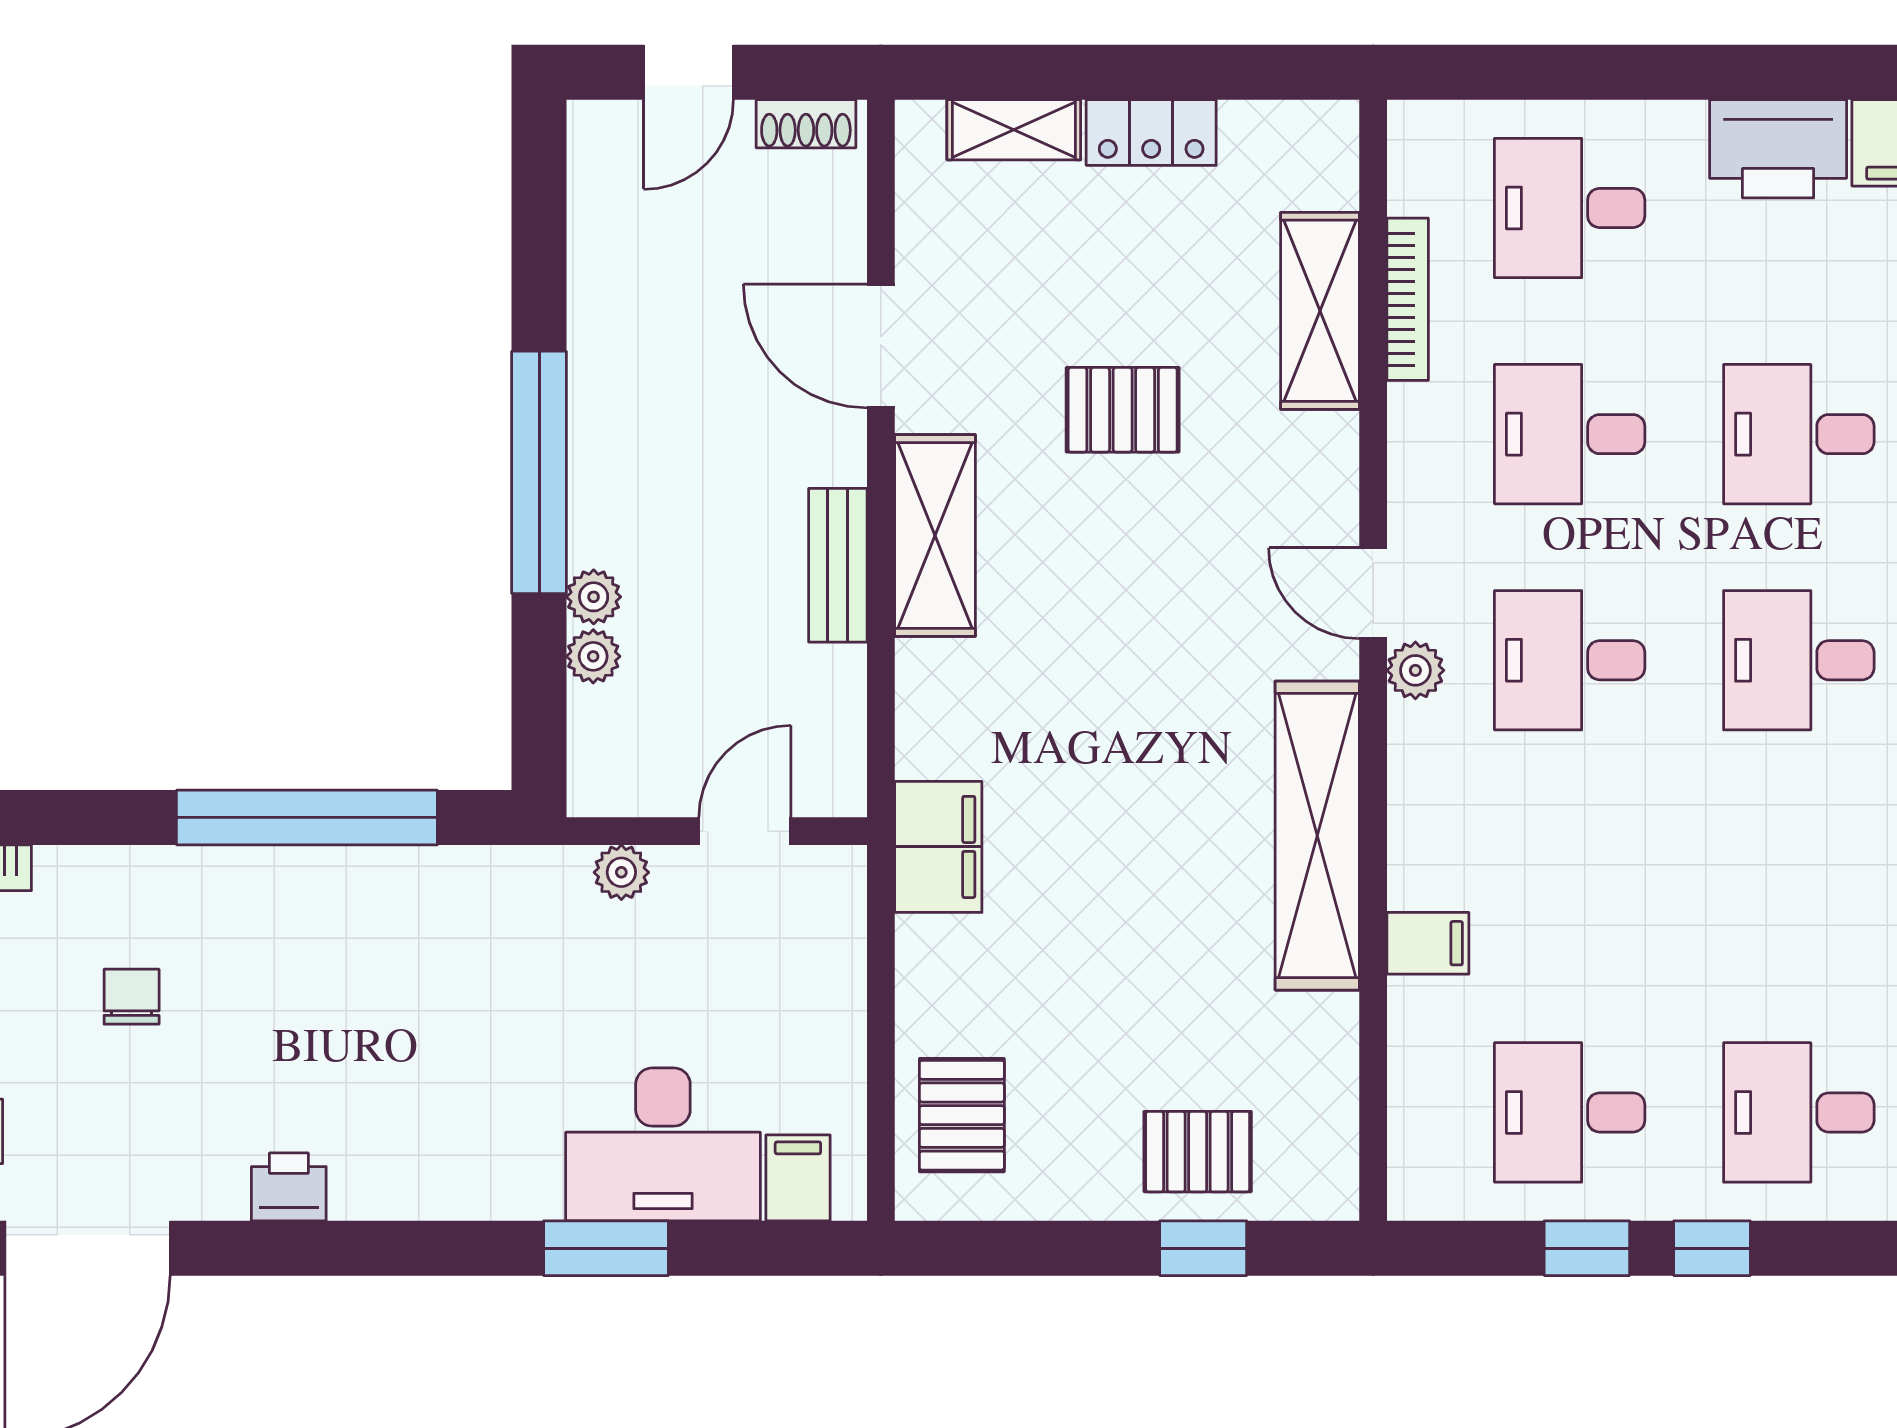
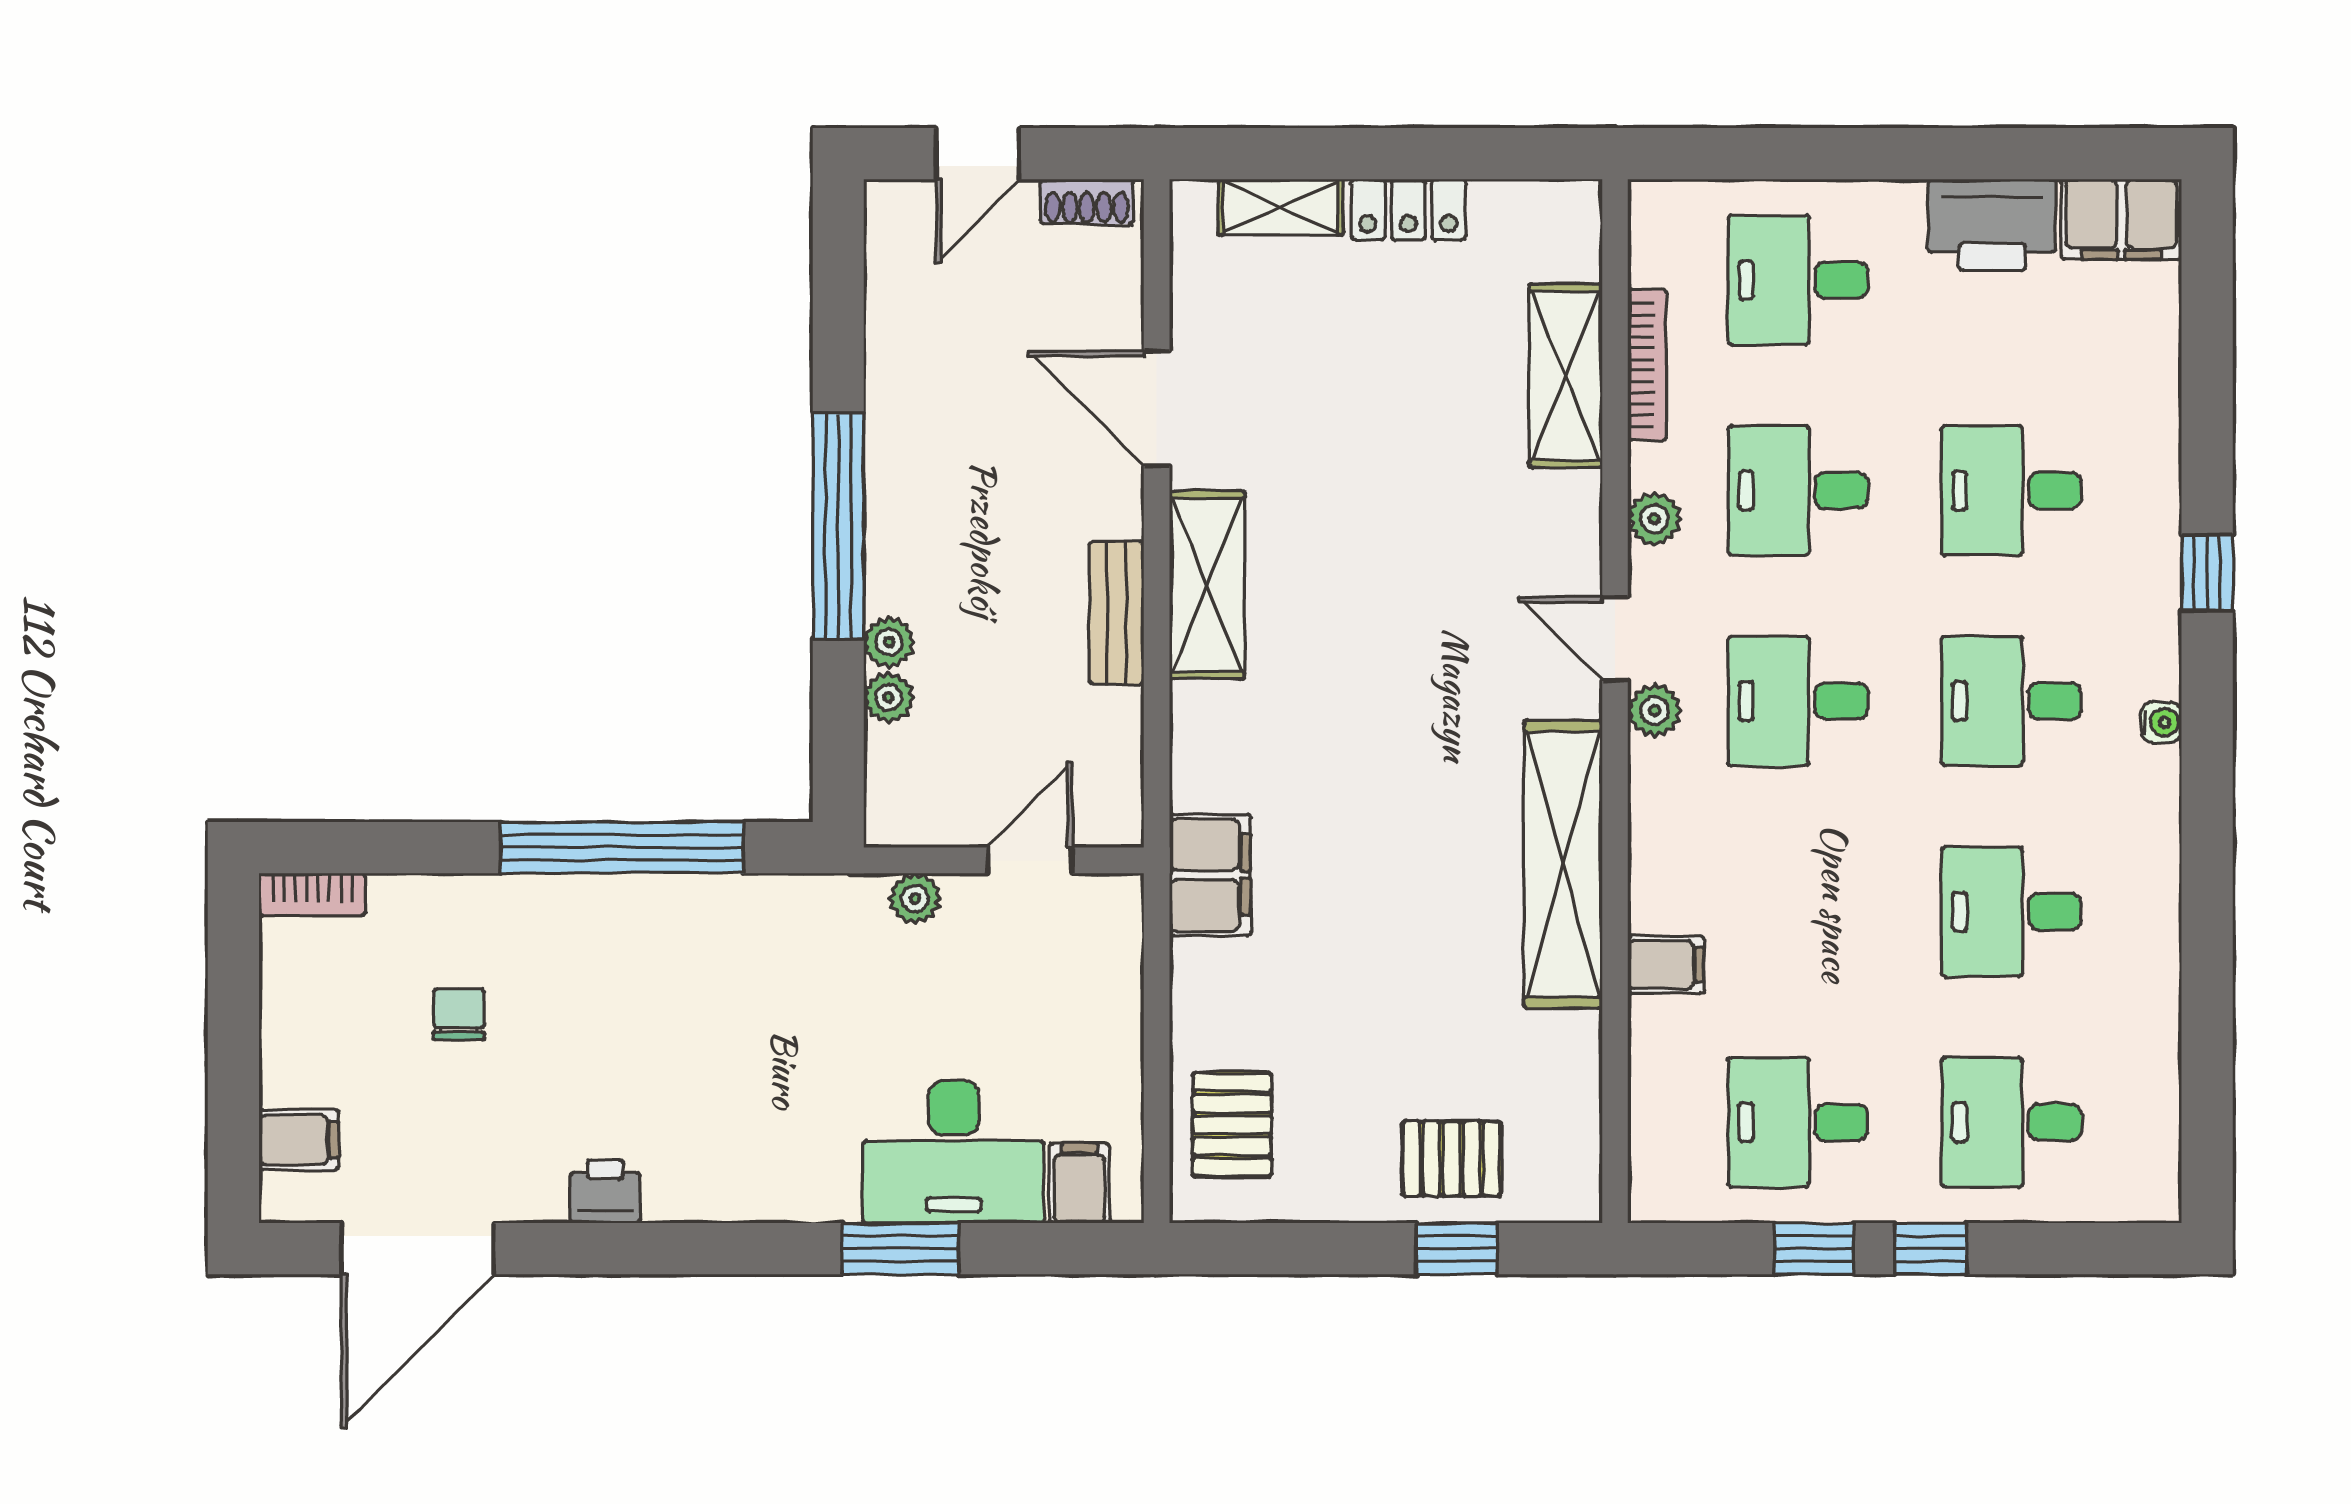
pallet: (1123, 410) -> (1382, 468), removed
plant: (1415, 465) -> (1654, 519), added
desk: (1799, 886) -> (2011, 912), added

